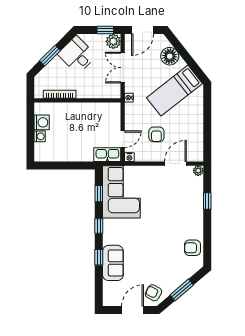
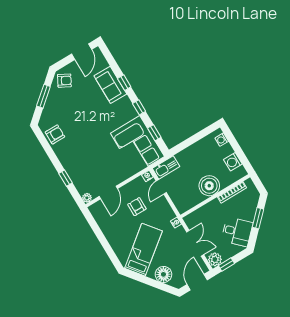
boiler: (77, 113) -> (209, 186), added
washing machine: (40, 136) -> (222, 140), moved
door: (133, 310) -> (82, 52), moved

